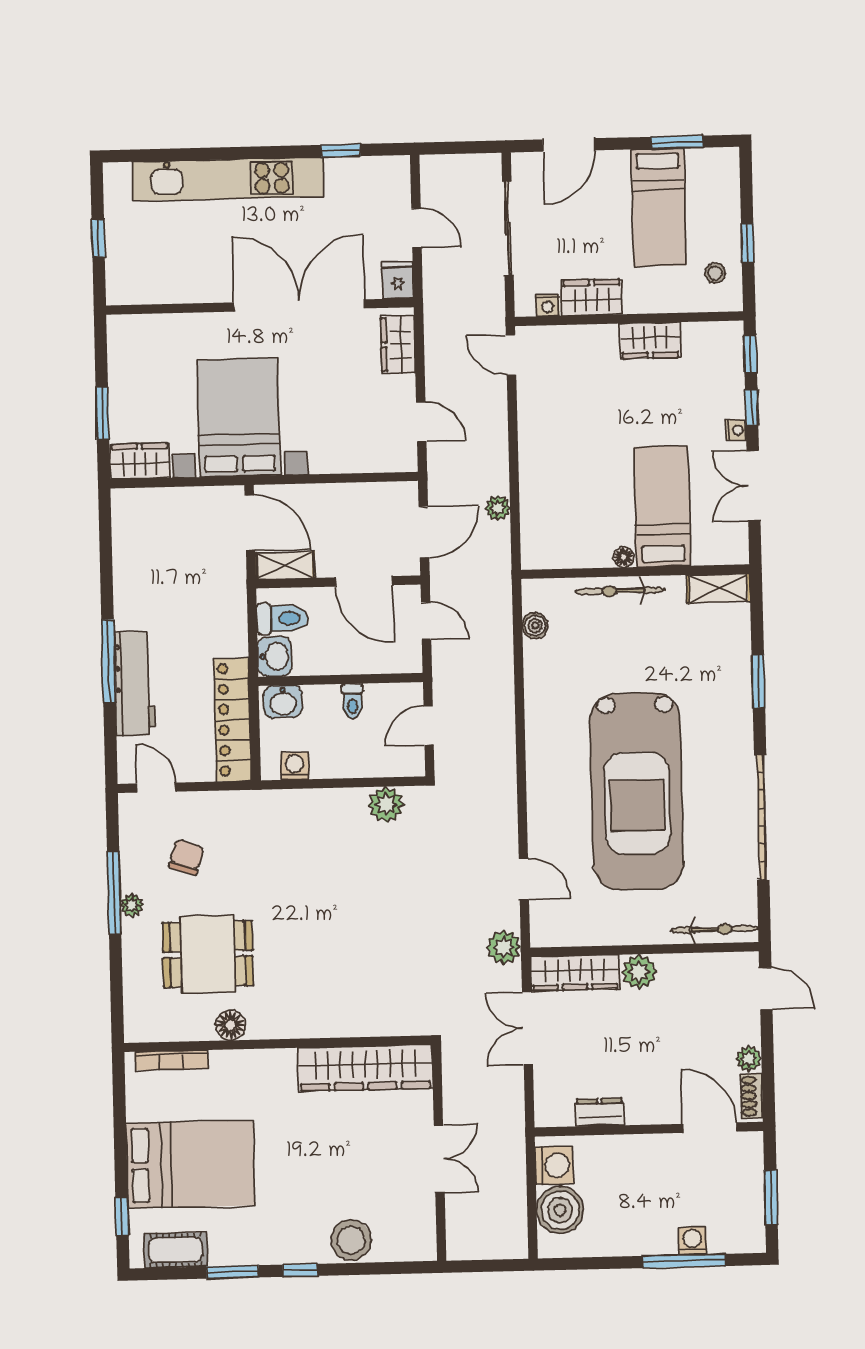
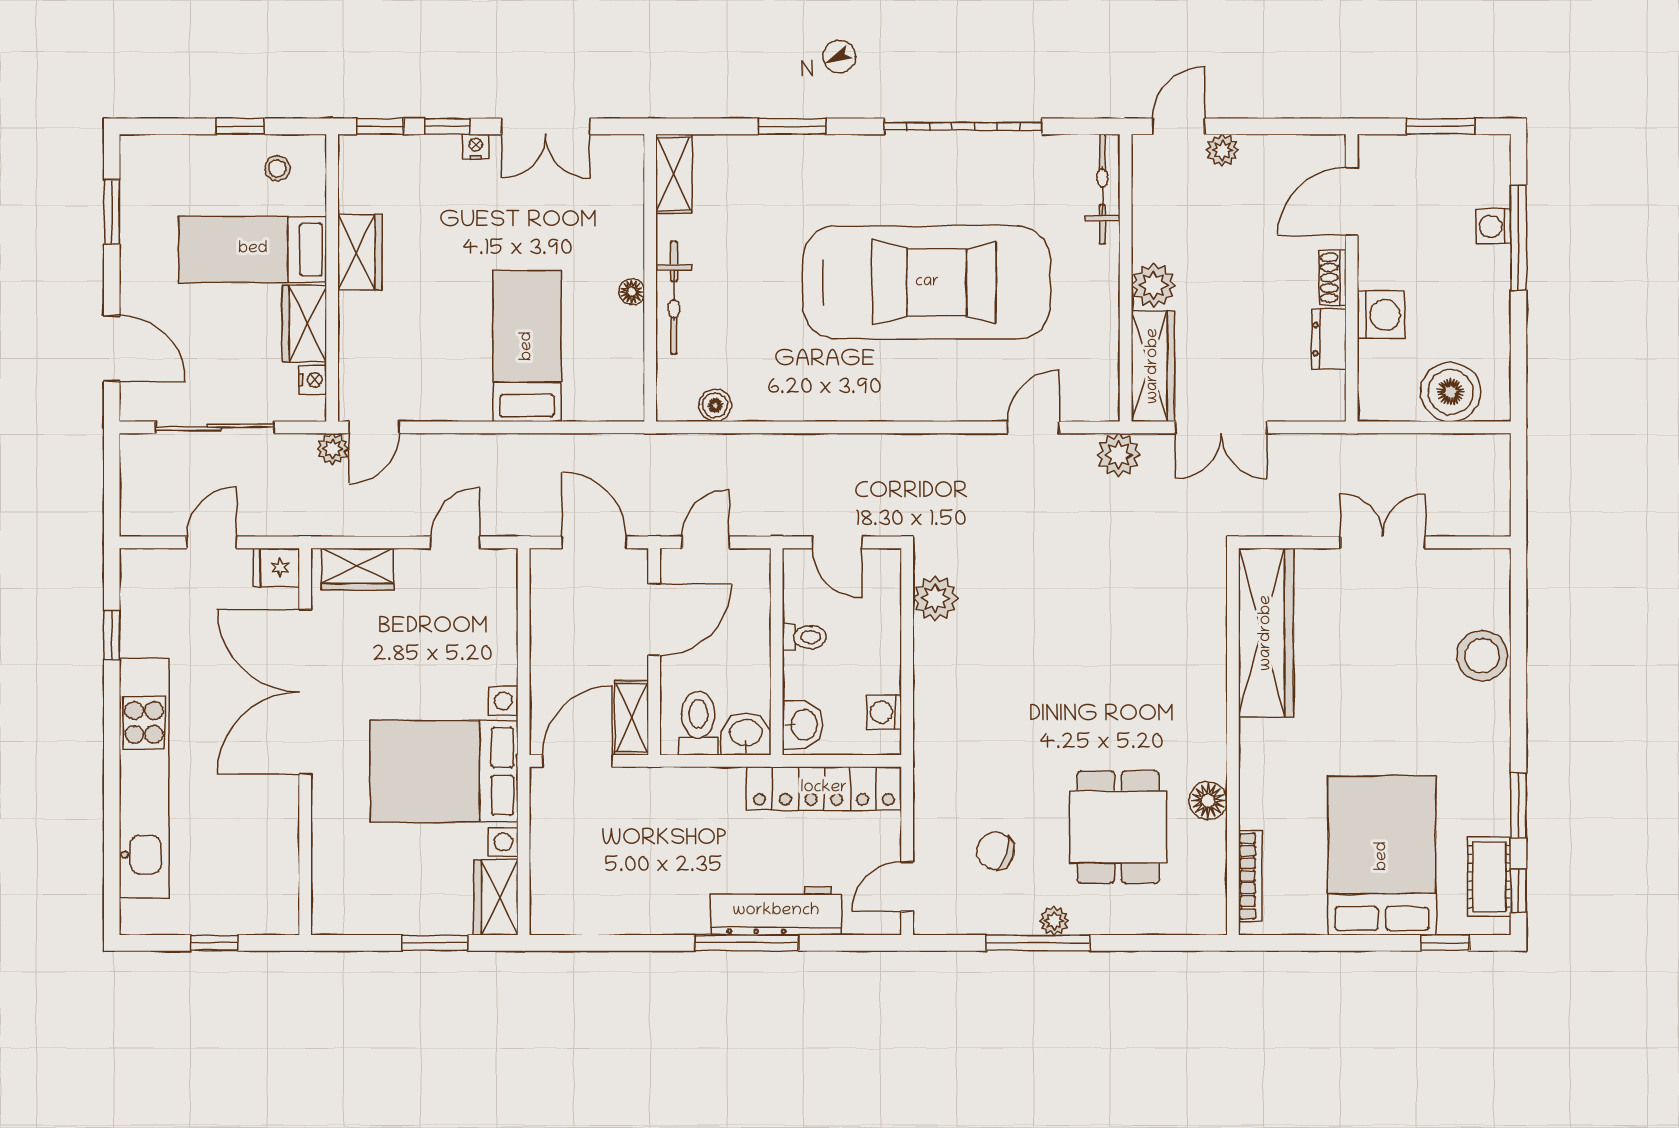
bed: (659, 207) -> (253, 249), moved, turned 180
bed: (662, 506) -> (527, 346), moved, turned 90
plant: (498, 508) -> (333, 449), moved
plant: (749, 1059) -> (1222, 150), moved
shoe rack: (752, 1096) -> (1332, 278), moved, turned 90
washing machine: (554, 1165) -> (1381, 315), moved, turned 90
window: (300, 1270) -> (1518, 891), moved

